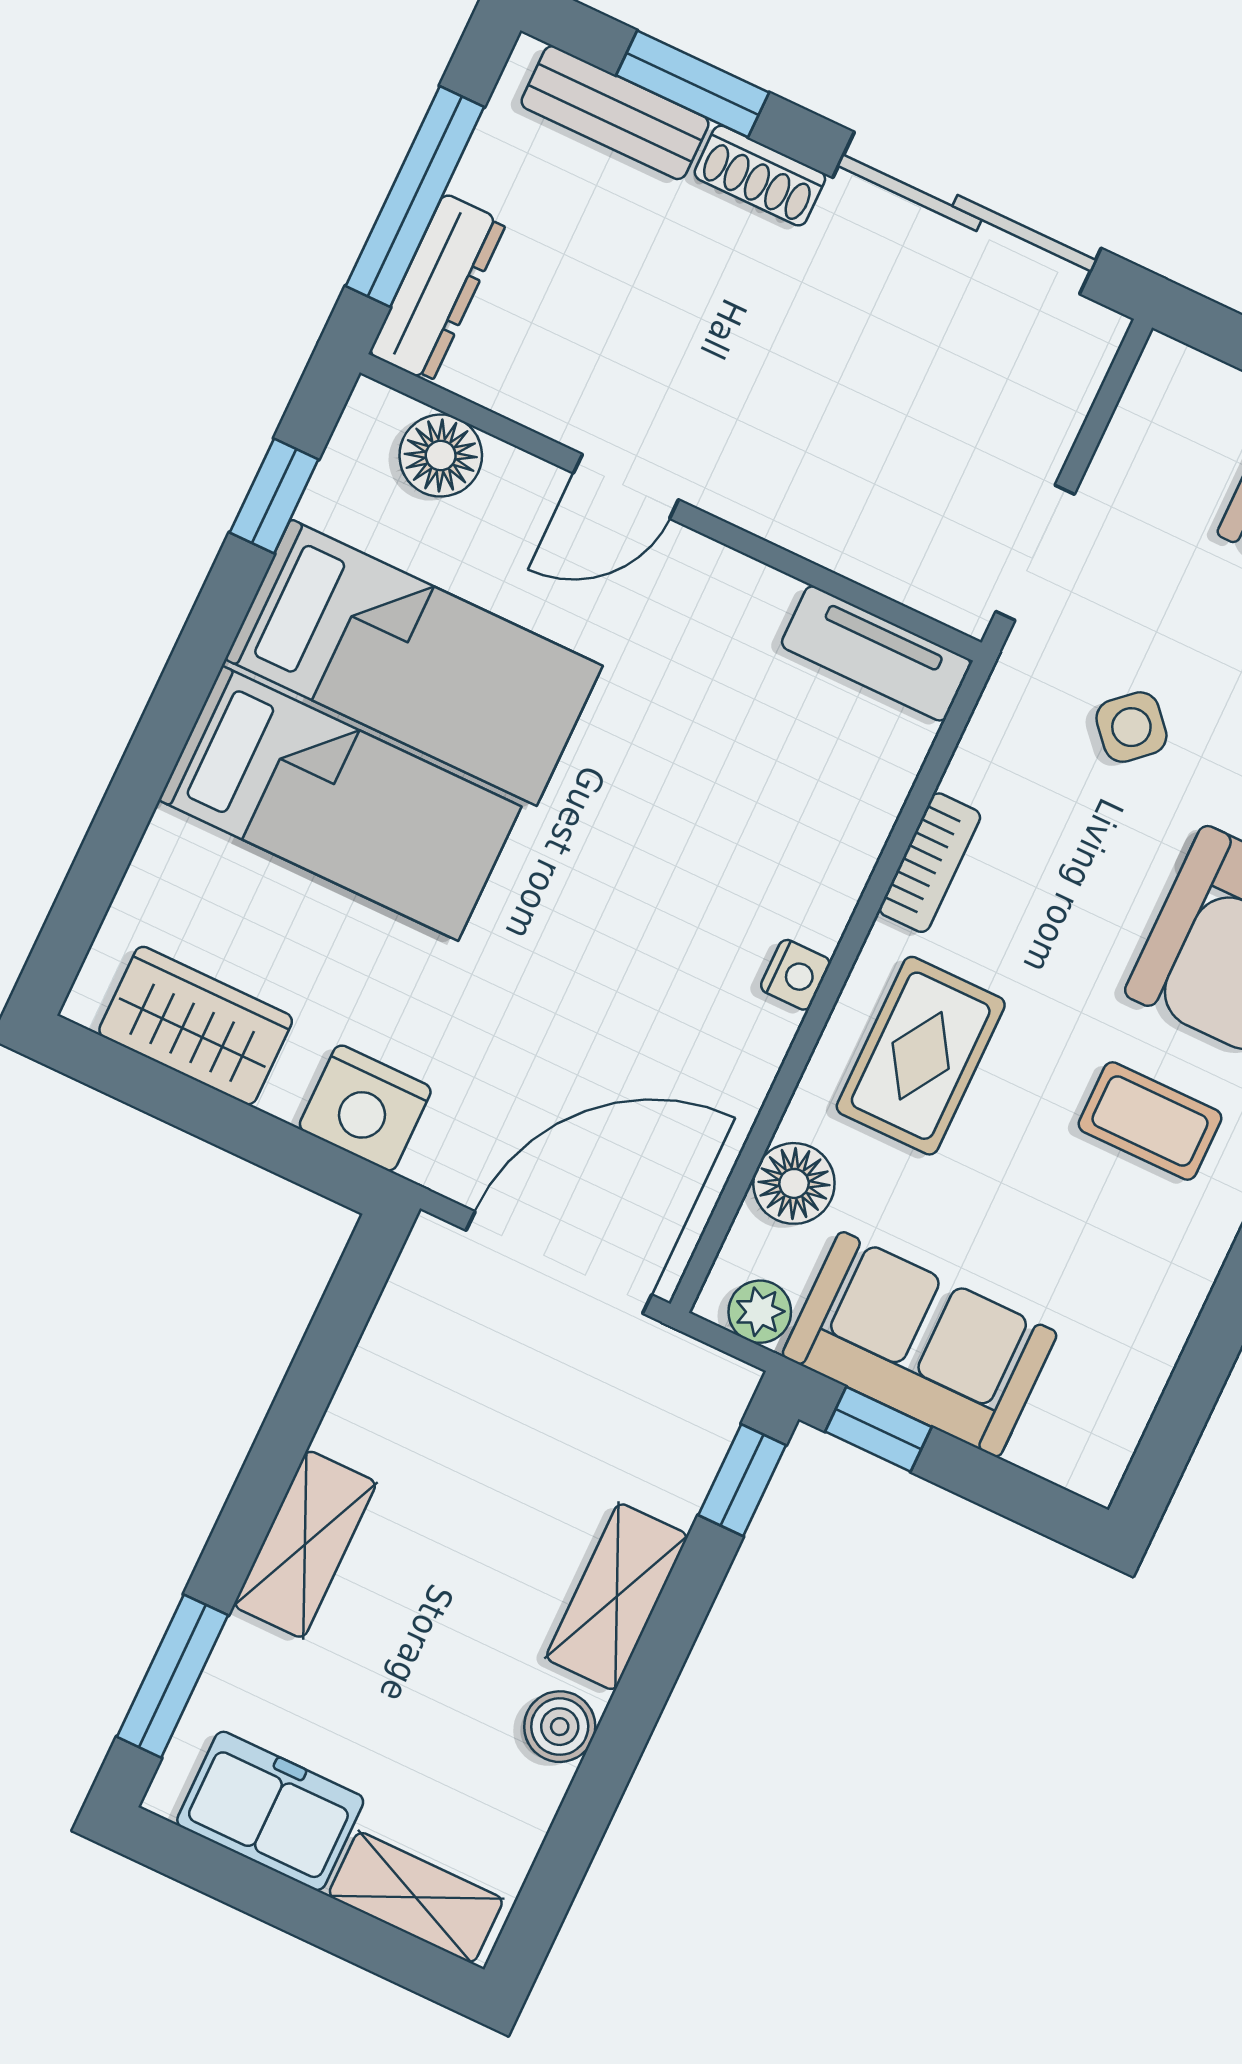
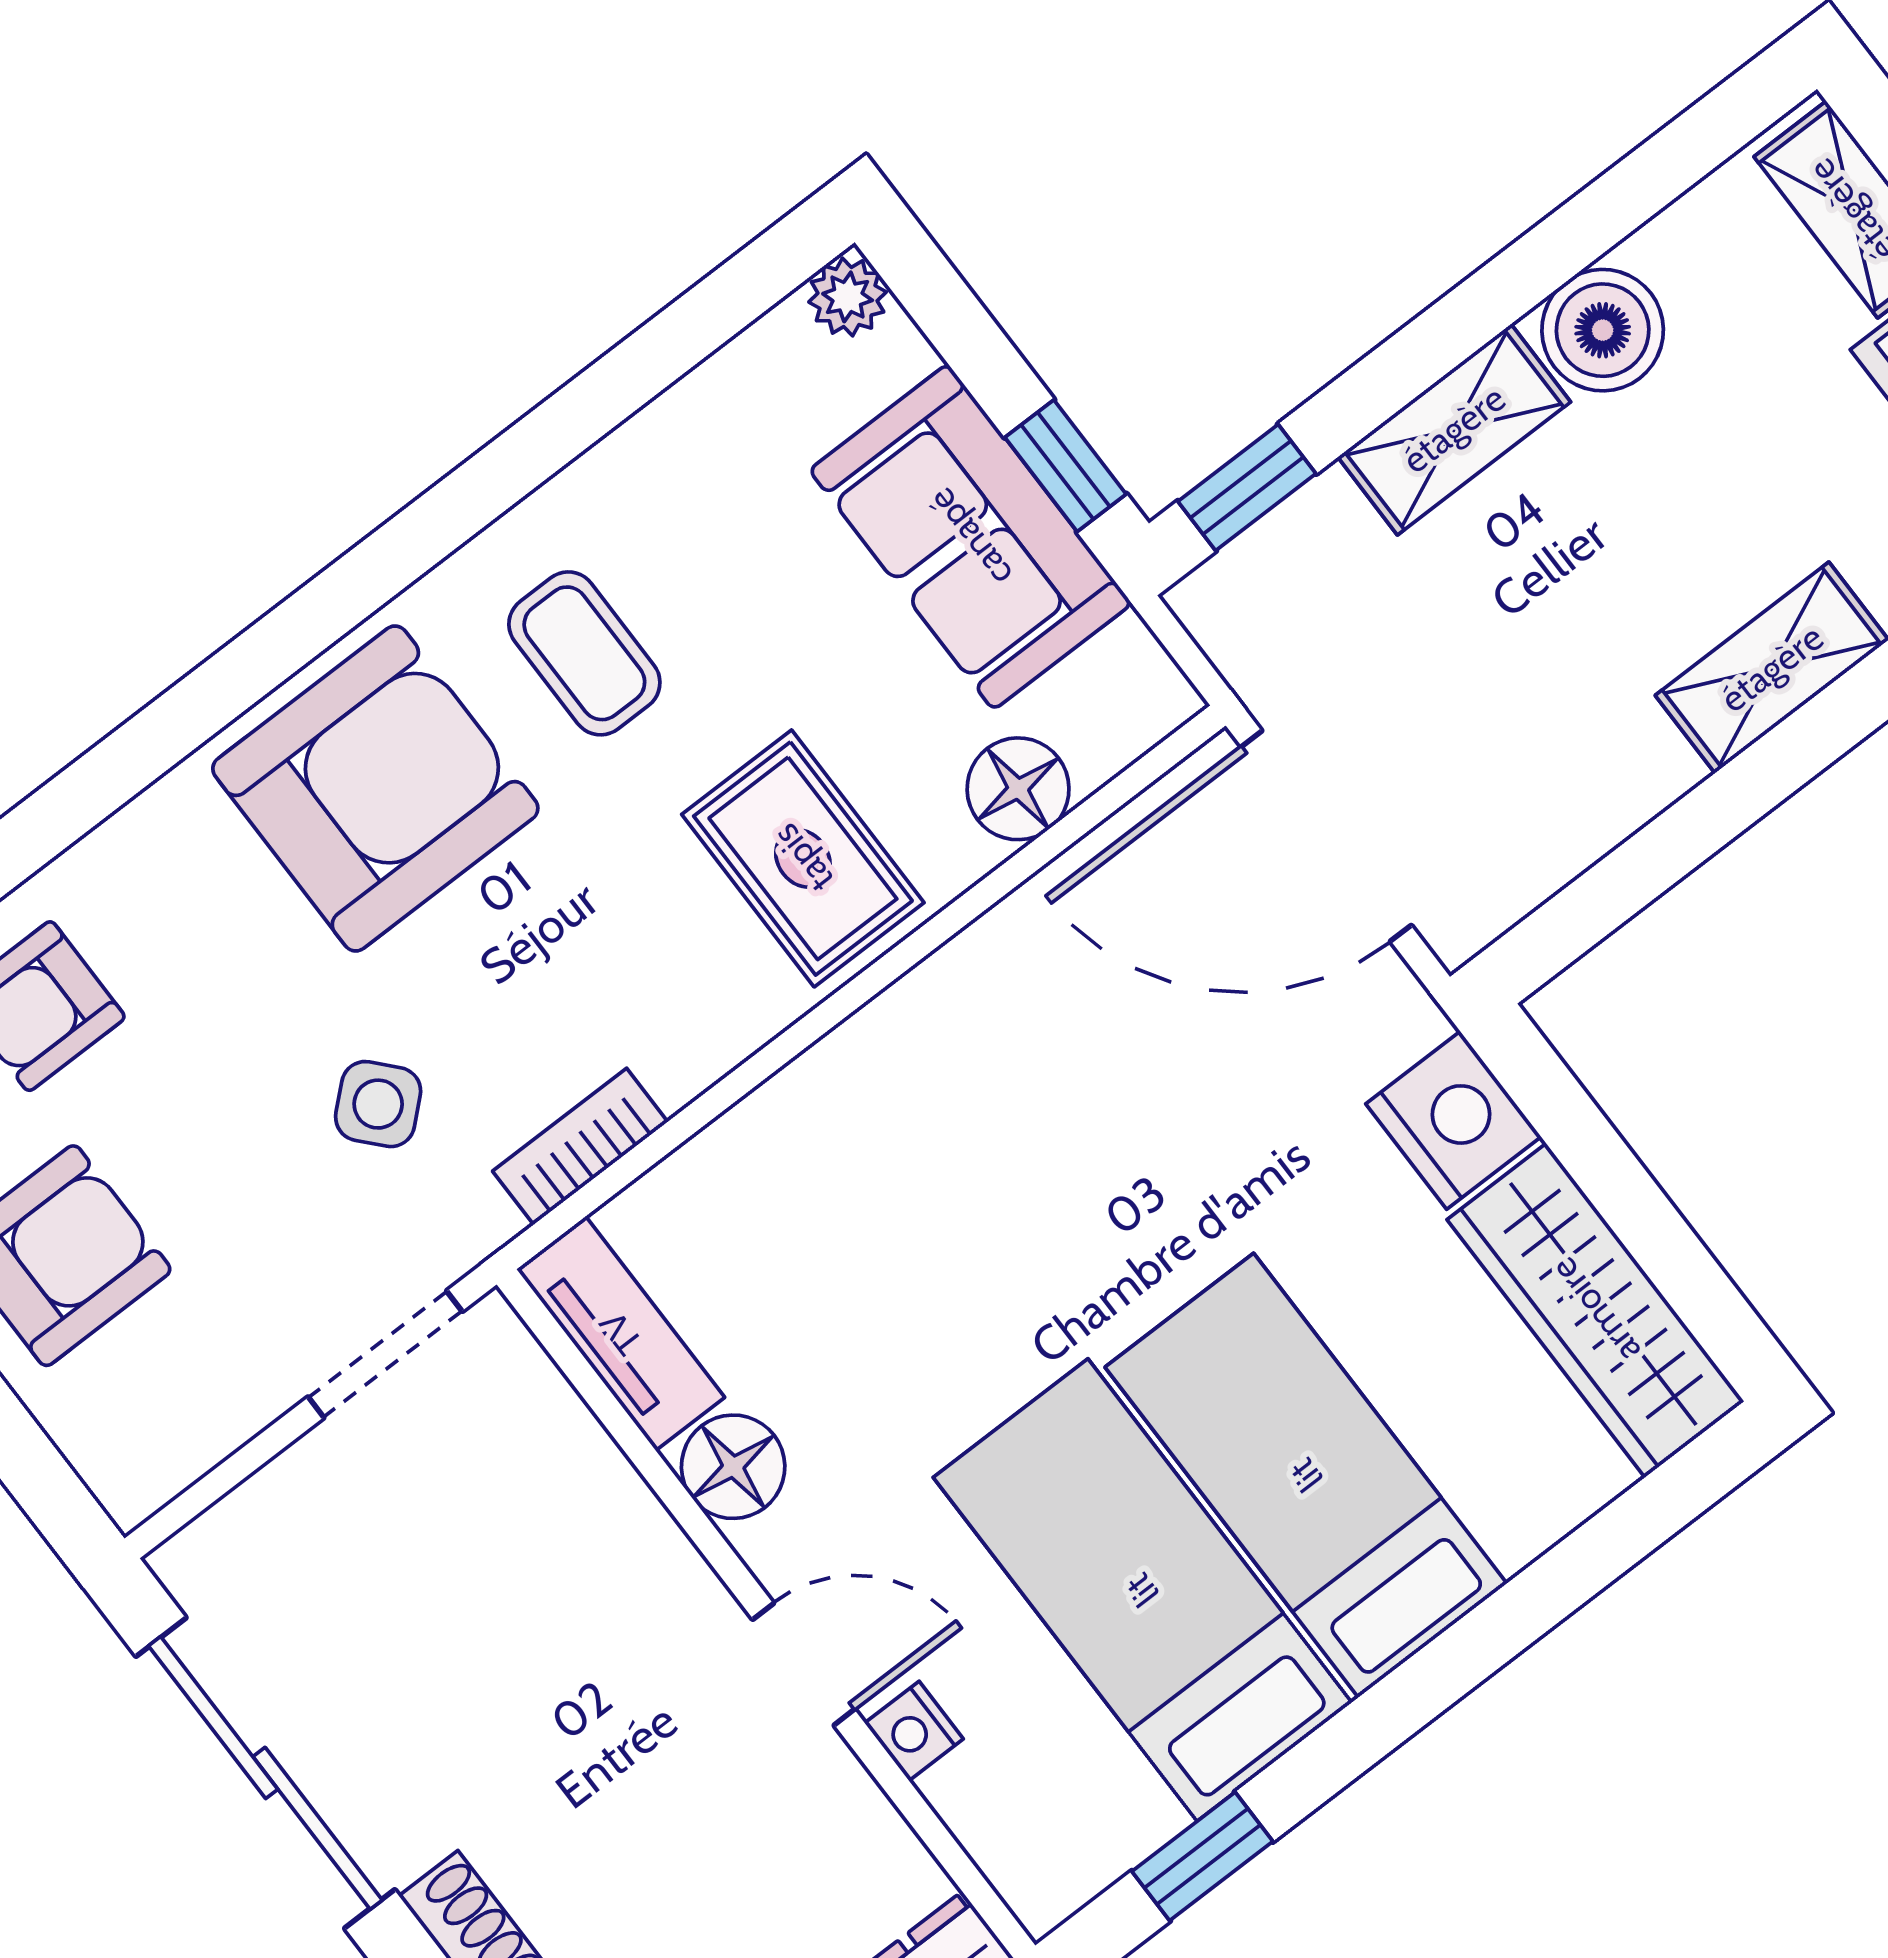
floor lamp: (441, 456) -> (733, 1467), moved
bookcase: (930, 863) -> (580, 1146), moved
nightstand: (795, 975) -> (914, 1731), moved, turned -90
wardrobe: (196, 1026) -> (1595, 1310), width x1.50
rug: (921, 1056) -> (803, 858), turned 90
plant: (760, 1312) -> (848, 297), moved
boiler: (560, 1727) -> (1603, 330), width x1.36, depth x1.36

